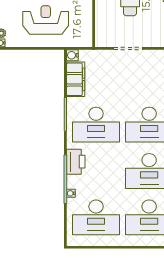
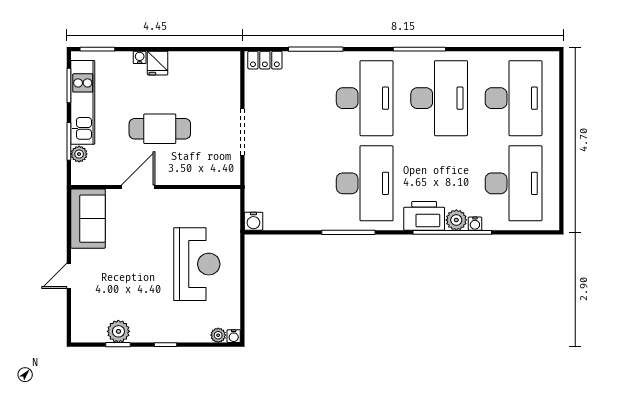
reception desk: (46, 20) -> (197, 264), turned 180
filing cabinet: (76, 79) -> (292, 216), removed
plant: (73, 182) -> (456, 220), added

